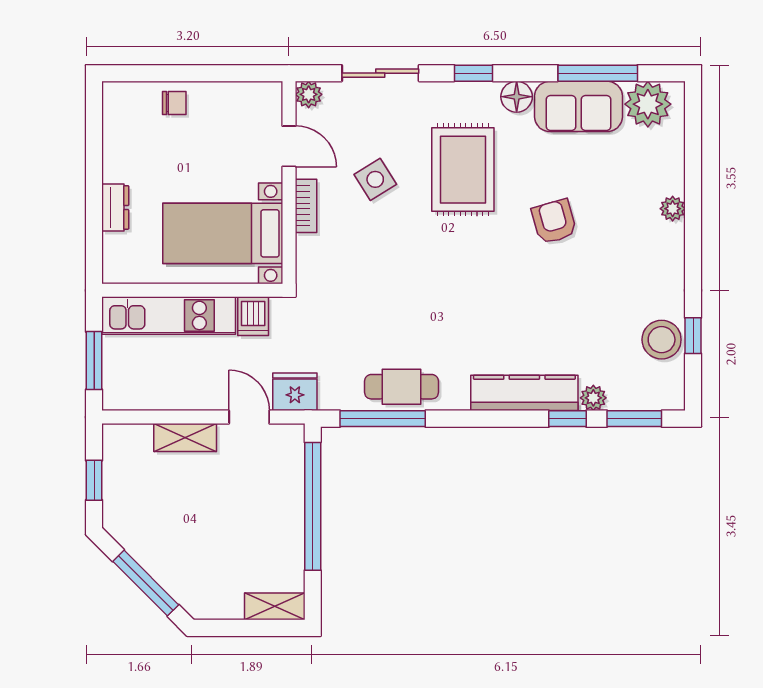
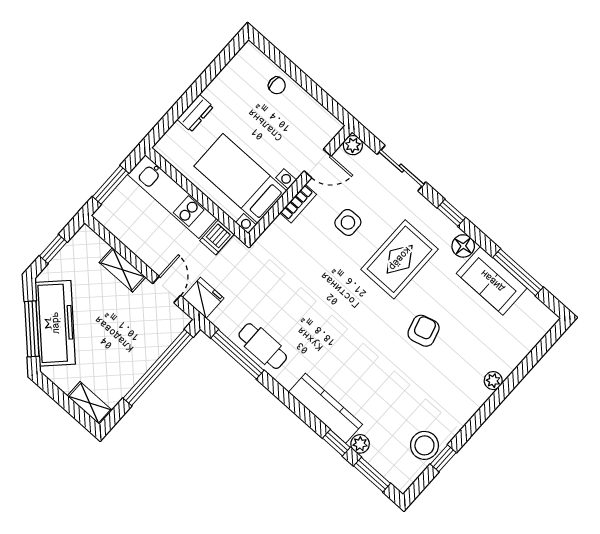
plant: (648, 104) -> (530, 313), removed
door: (289, 146) -> (318, 163), hinge flipped
side table: (375, 179) -> (348, 222), turned 31
freezer: (165, 555) -> (55, 323), added

